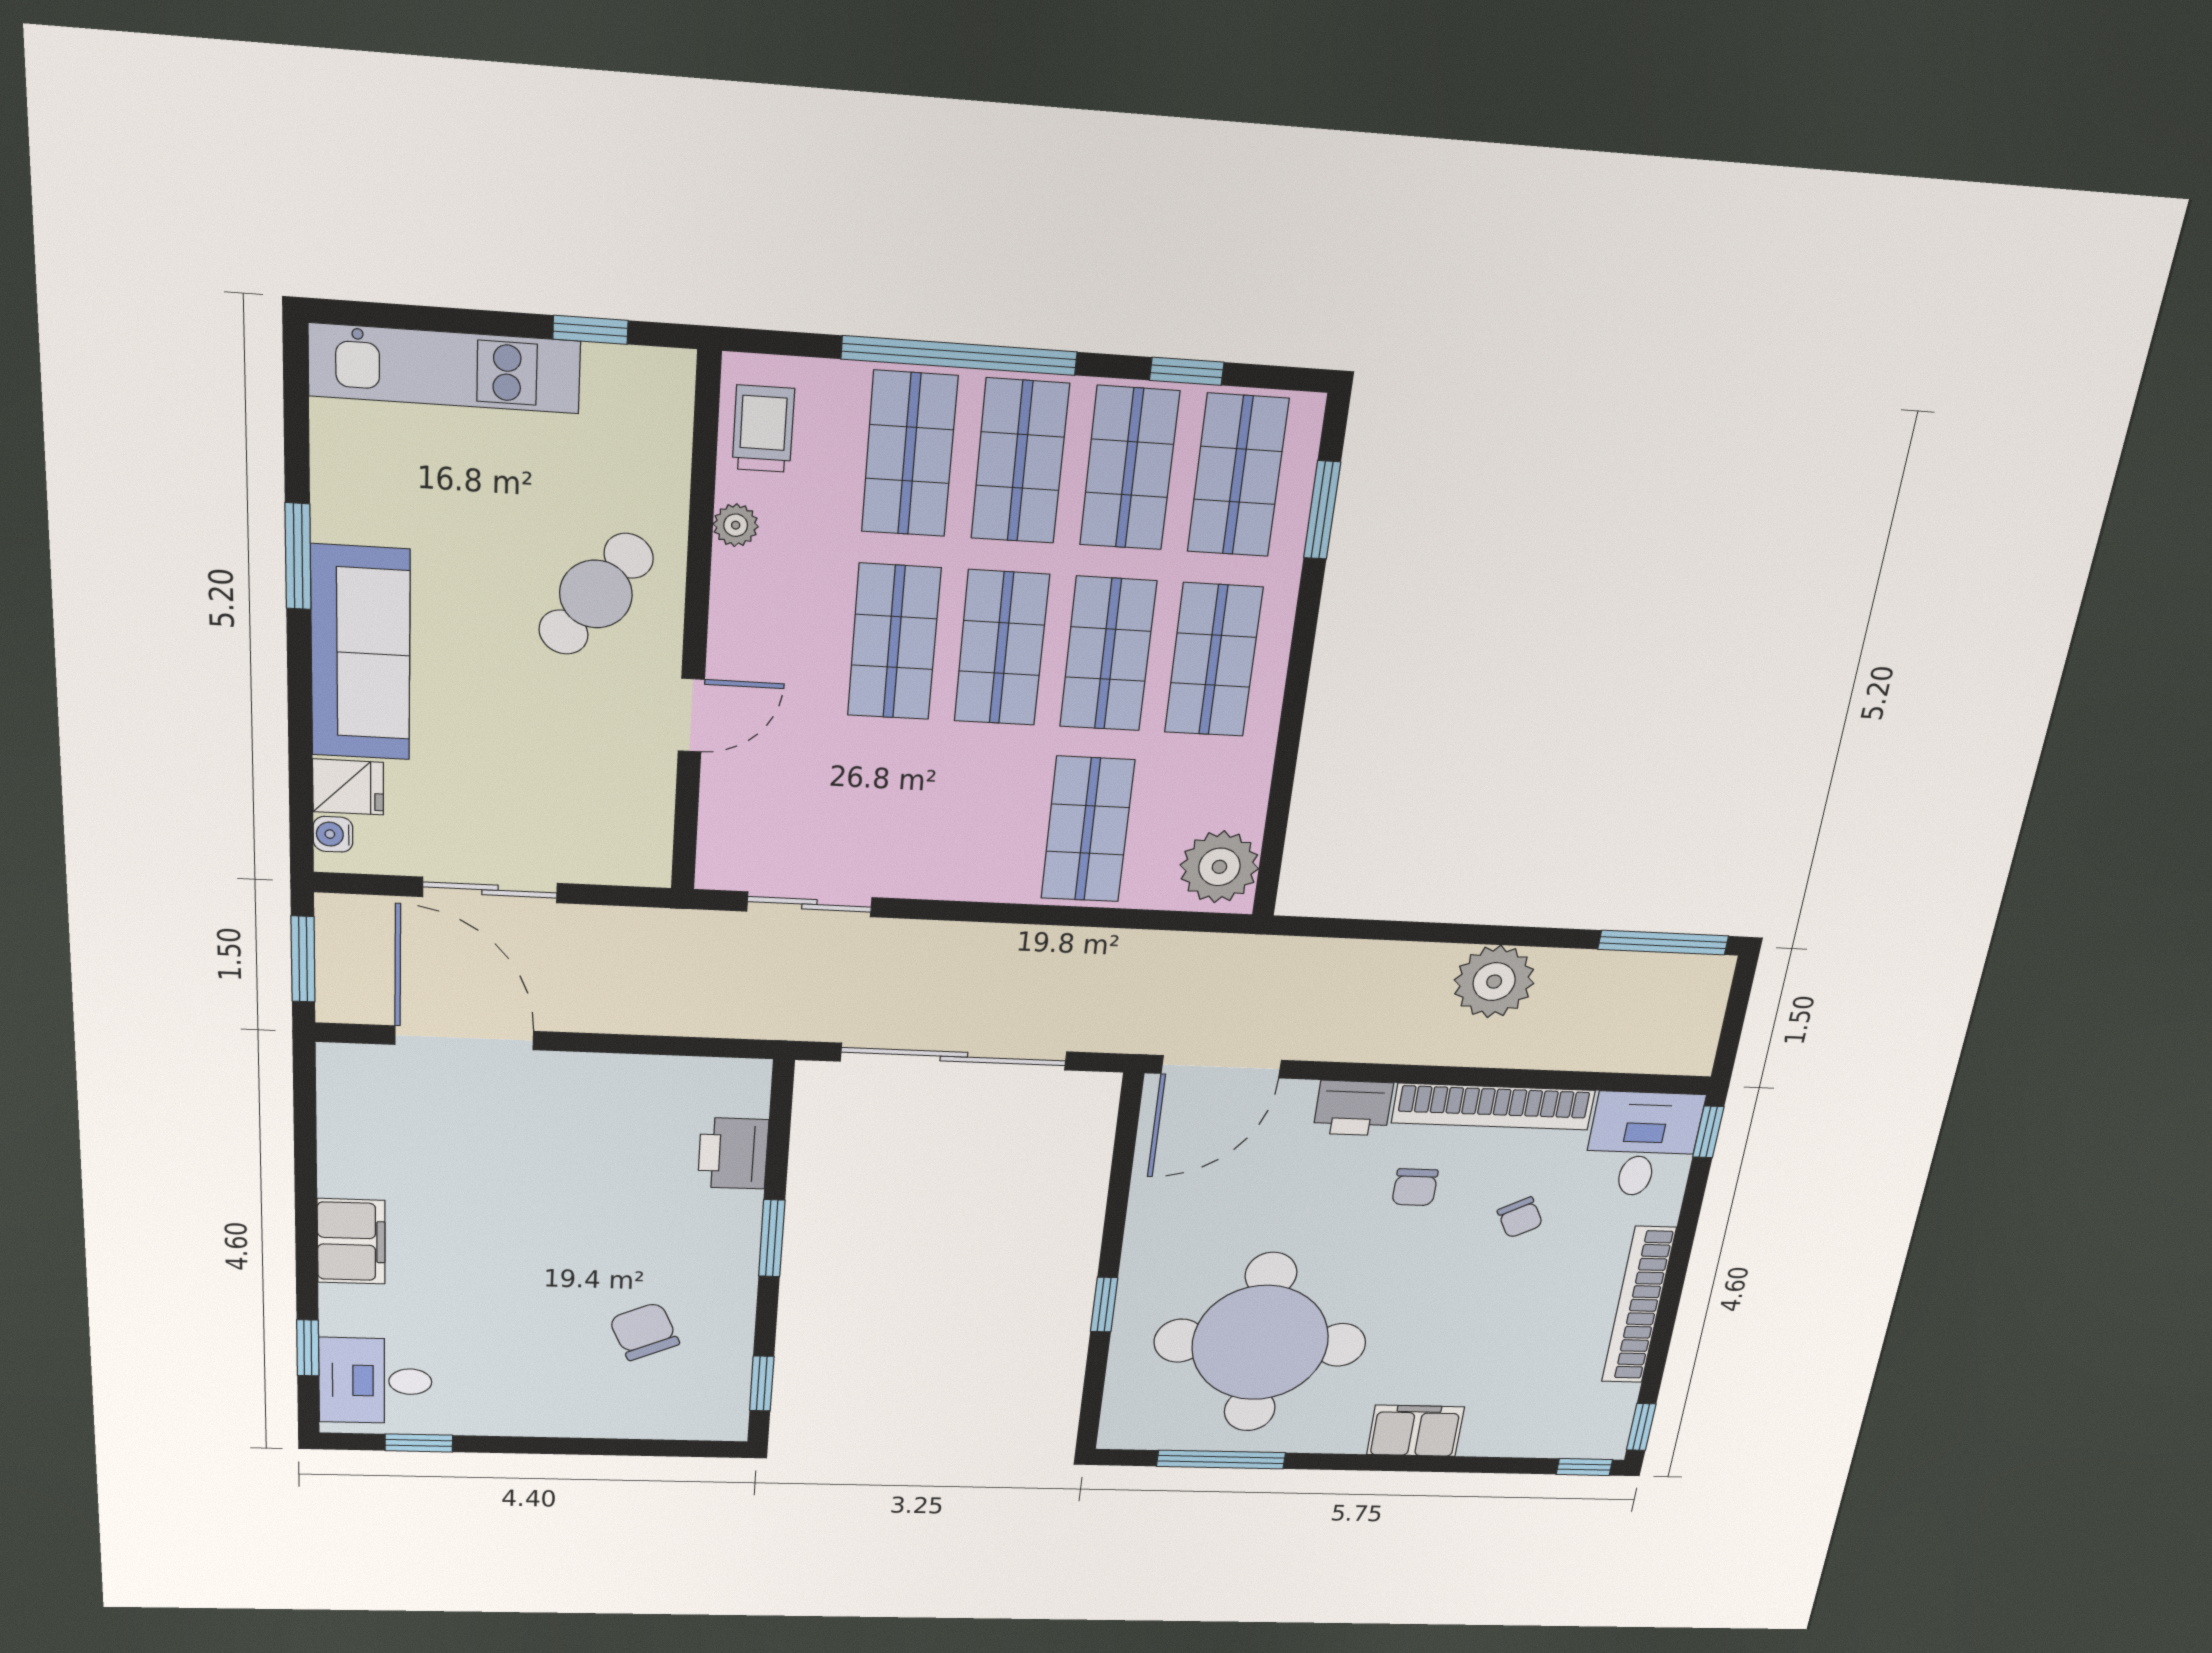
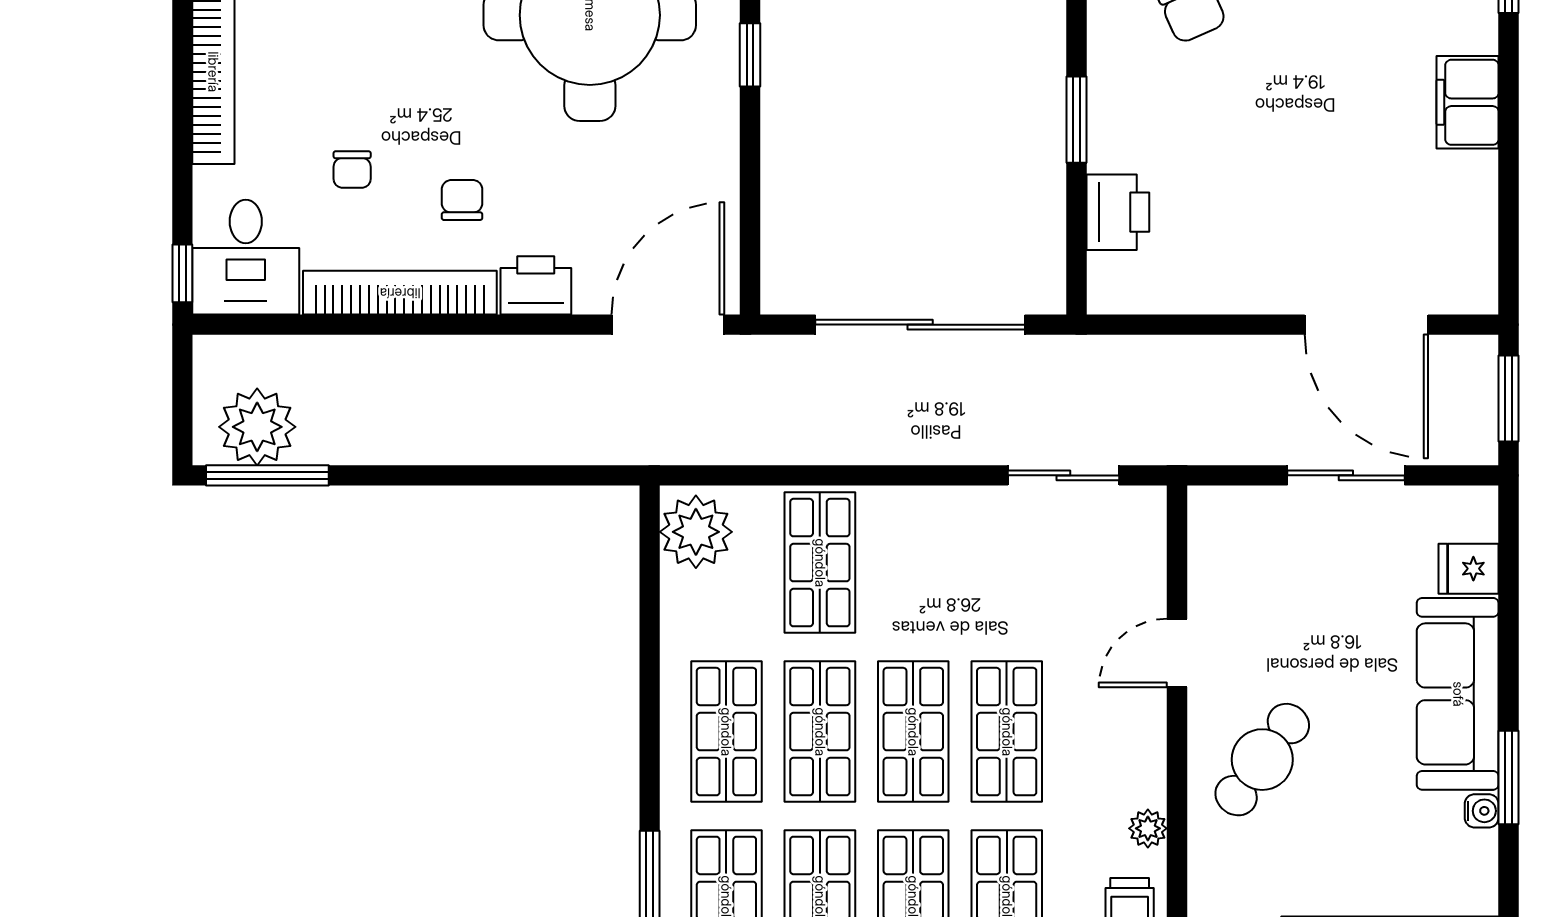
water cooler: (333, 834) -> (1482, 811), moved
plant: (1494, 982) -> (257, 427), moved
chair: (1520, 1218) -> (352, 169), turned -152

